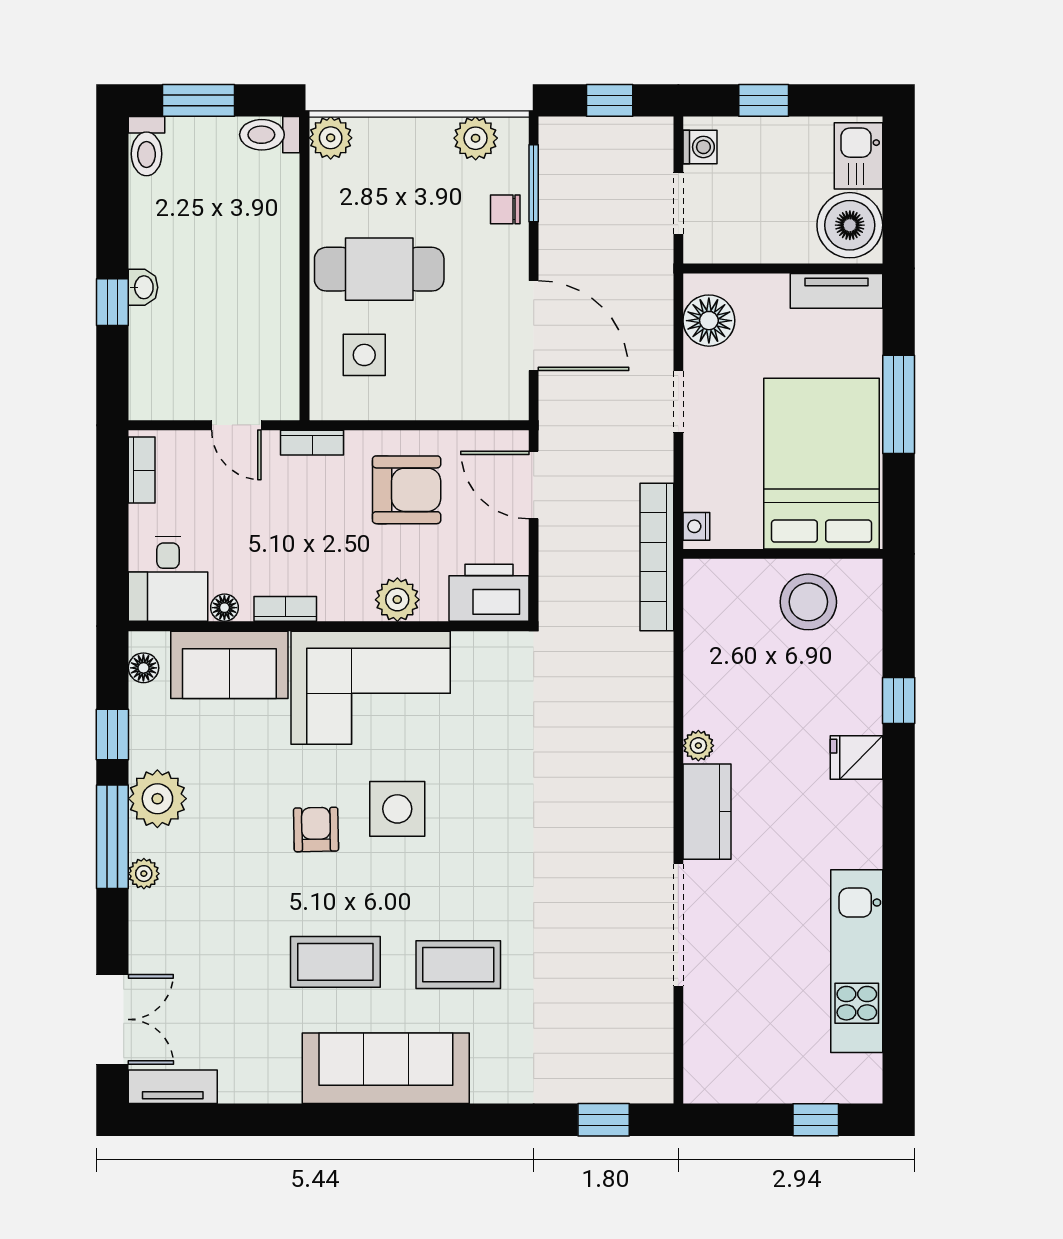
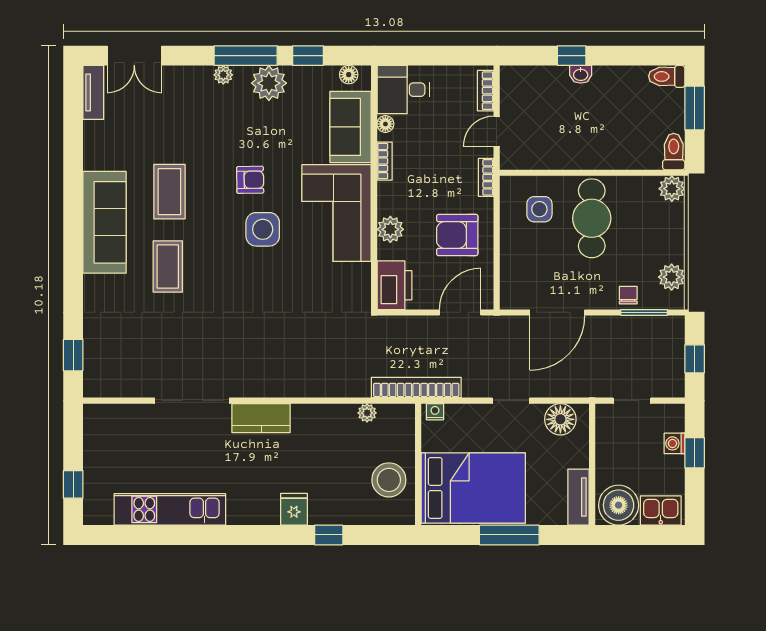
washing machine: (700, 147) -> (675, 443), moved, turned 90
bookcase: (142, 470) -> (486, 91), moved, turned 90
armchair: (407, 490) -> (457, 235), turned 90
plant: (698, 746) -> (367, 413), moved

